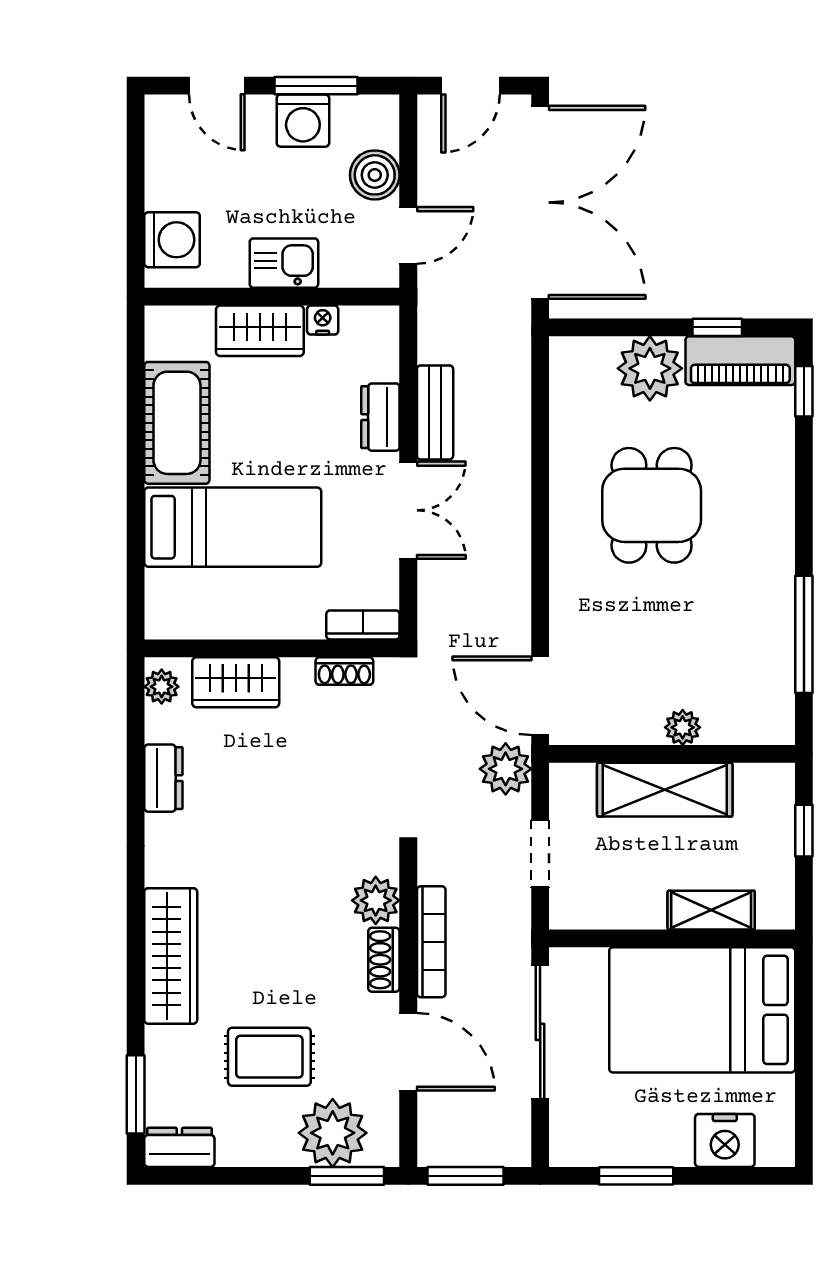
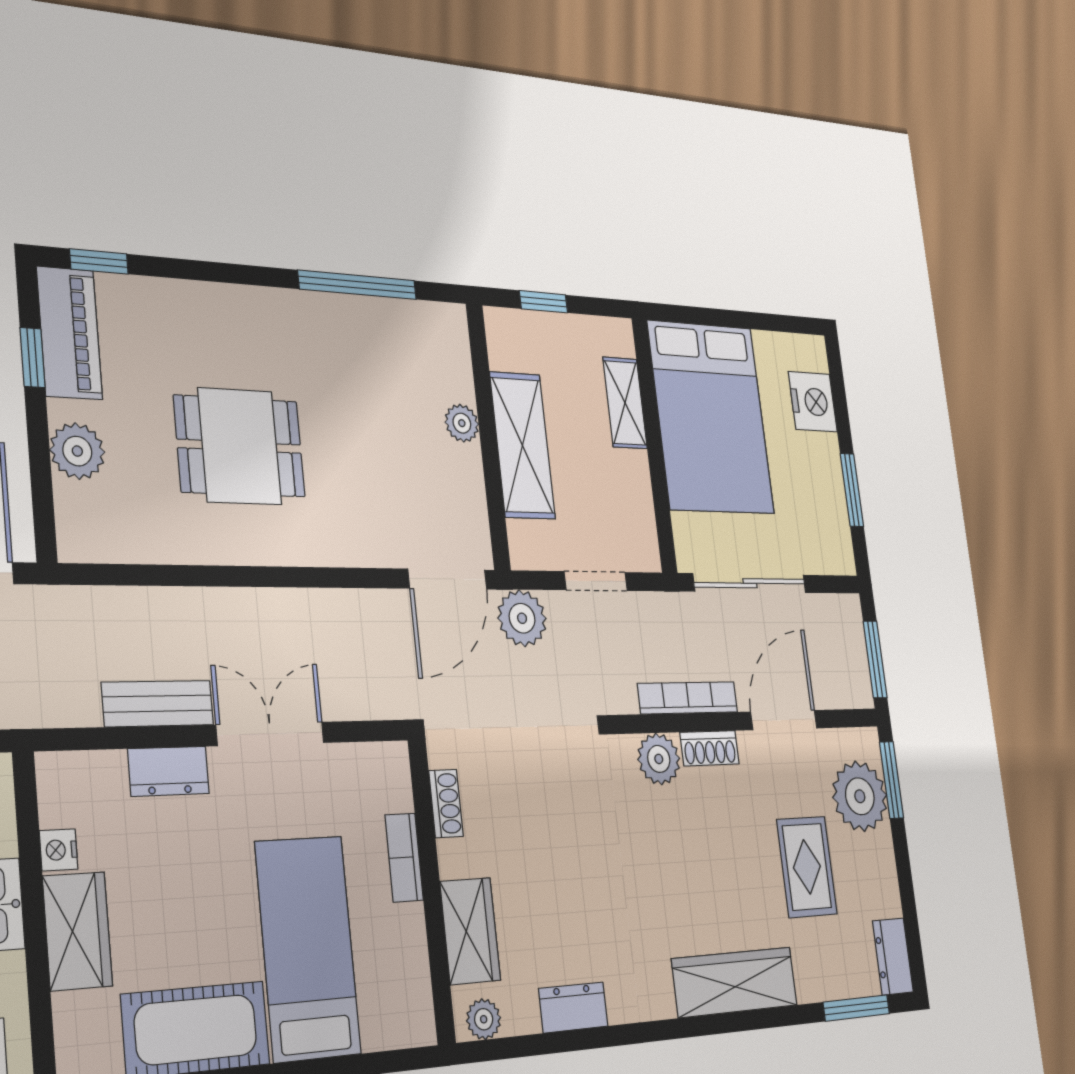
plant: (650, 368) -> (77, 451), width x0.73, depth x0.73
bookcase: (363, 625) -> (404, 858), moved

